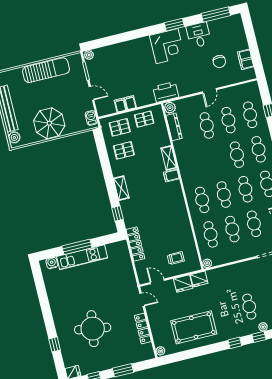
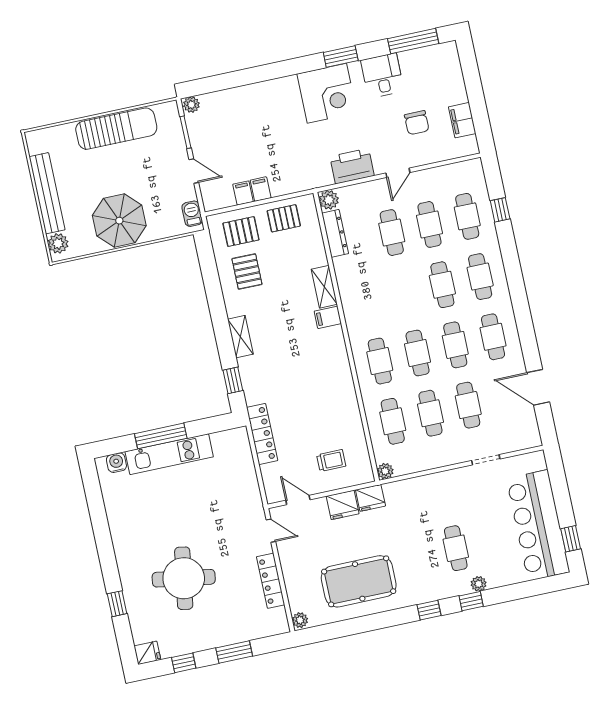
printer: (166, 92) -> (352, 166), moved
pallet: (124, 150) -> (247, 271), turned 90

